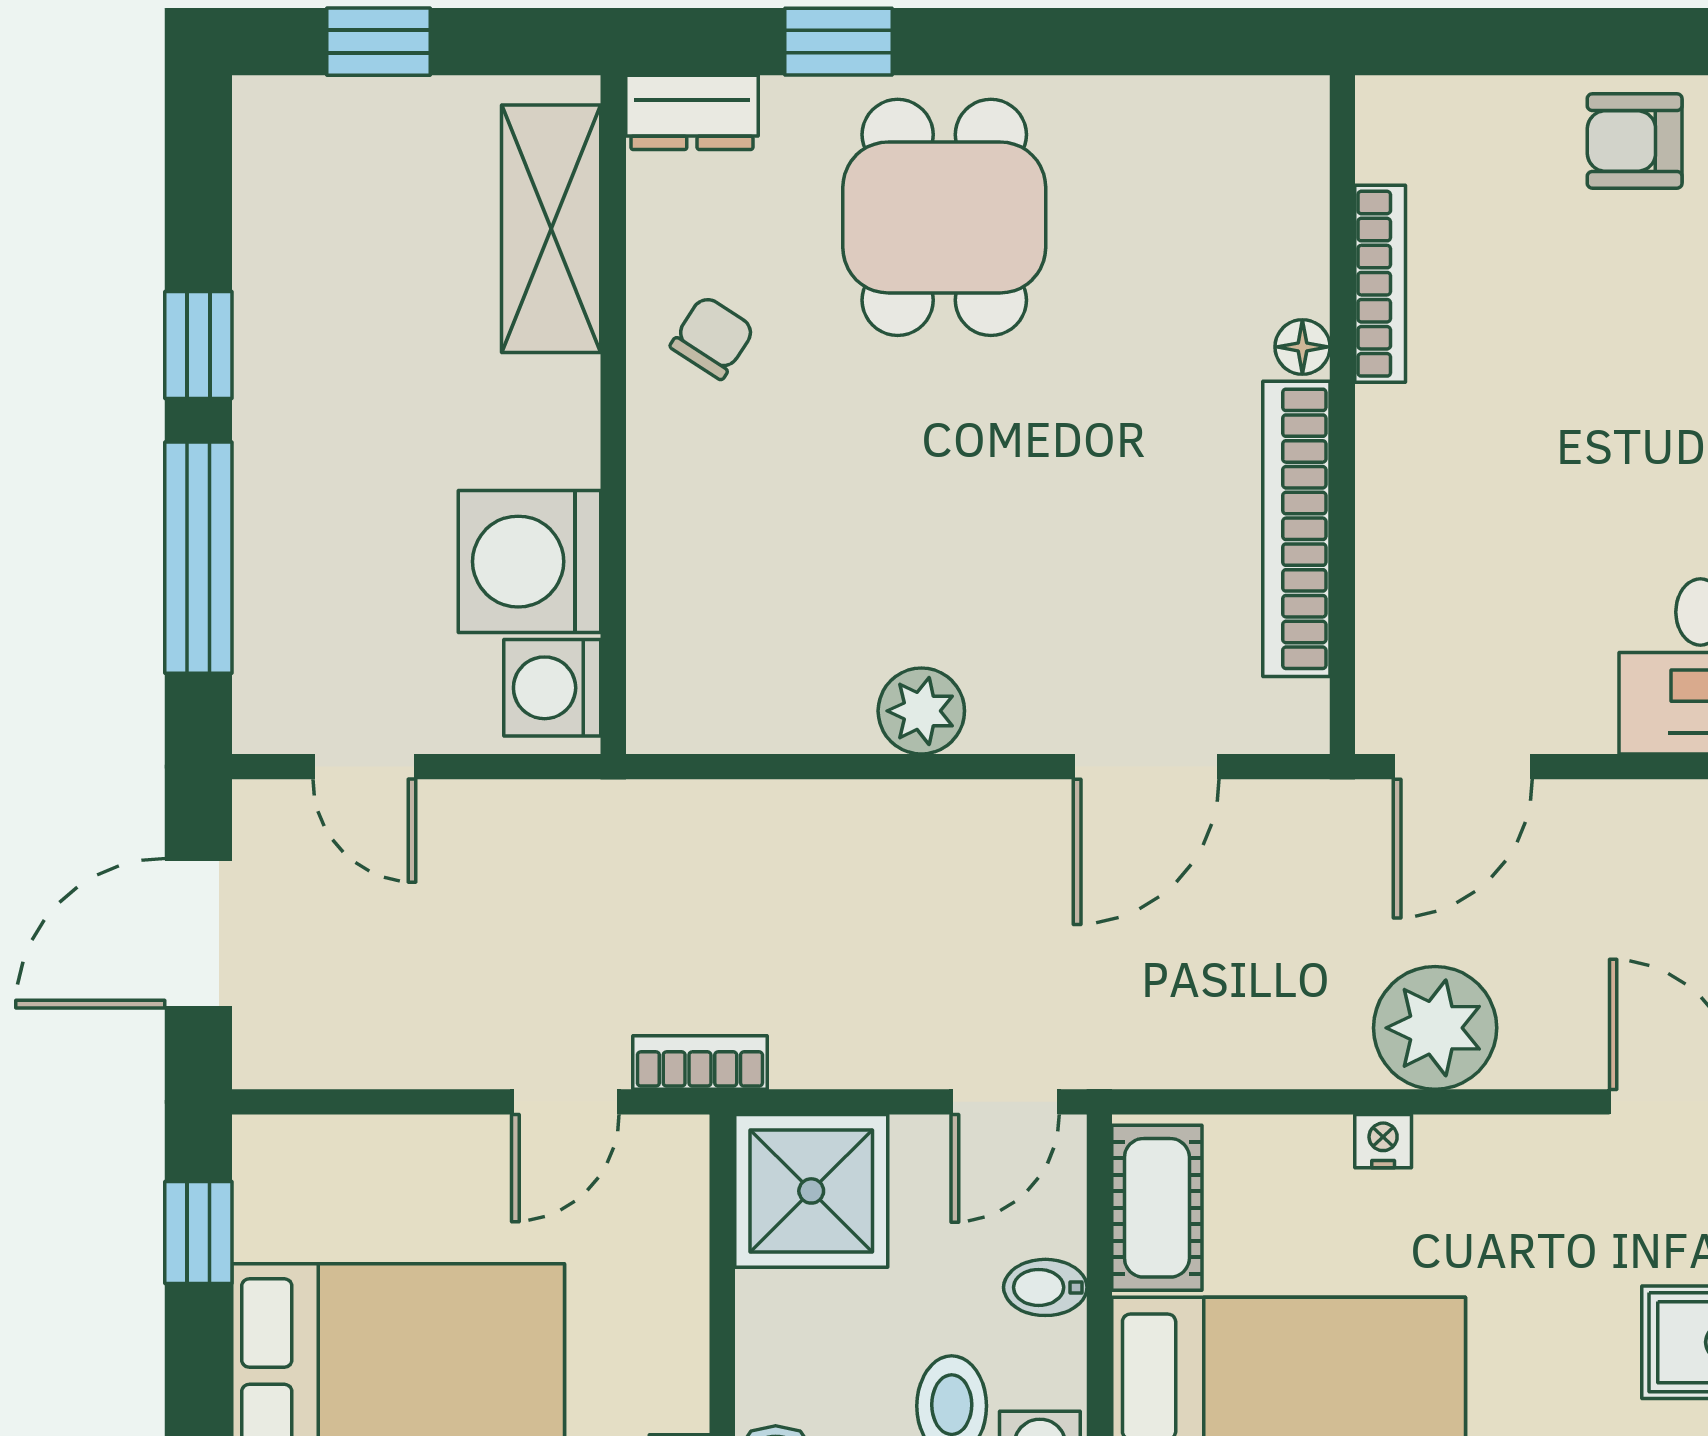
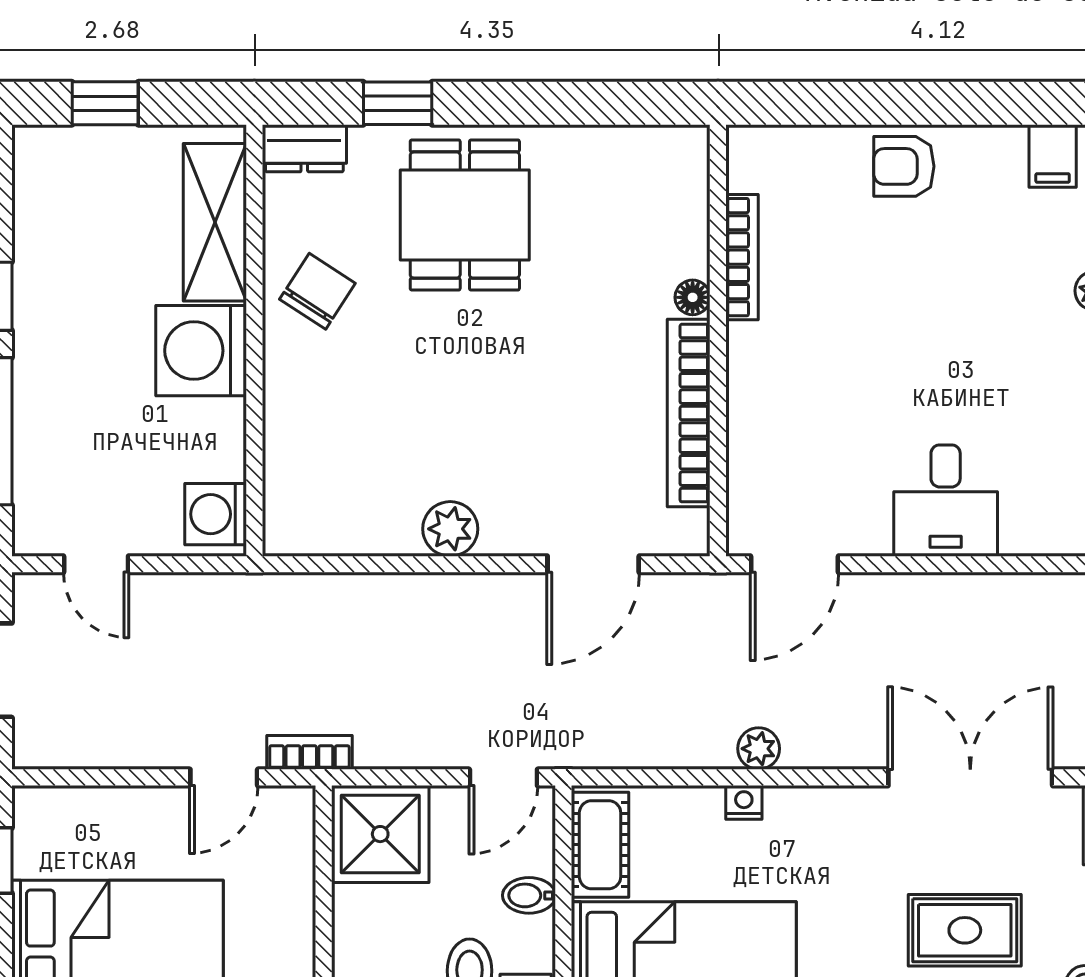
chair: (712, 337) -> (317, 291), width x1.37, depth x1.37
washing machine: (530, 562) -> (201, 351), moved
plant: (1435, 1028) -> (759, 749), width x0.53, depth x0.53

